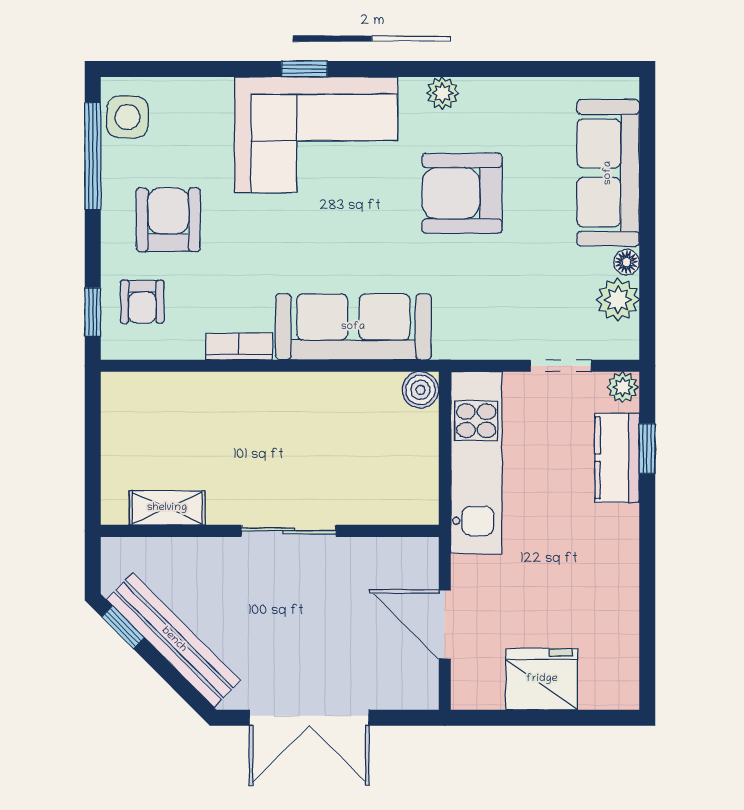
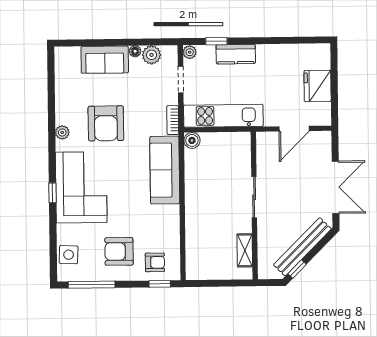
side table: (127, 117) -> (69, 255), moved
sofa: (608, 173) -> (105, 60), width x0.73
bookcase: (239, 346) -> (173, 120), moved
kitchen counter: (617, 458) -> (236, 54), moved

